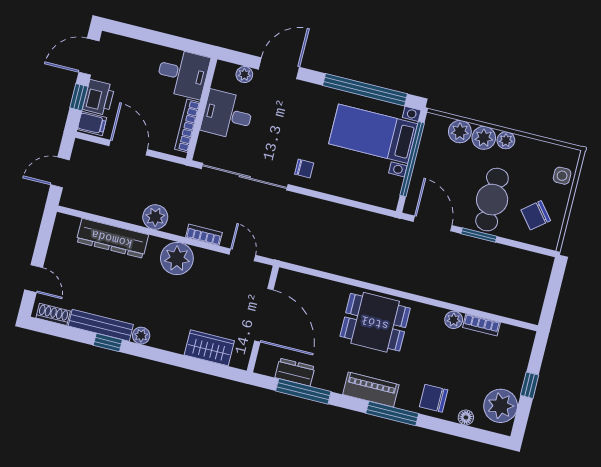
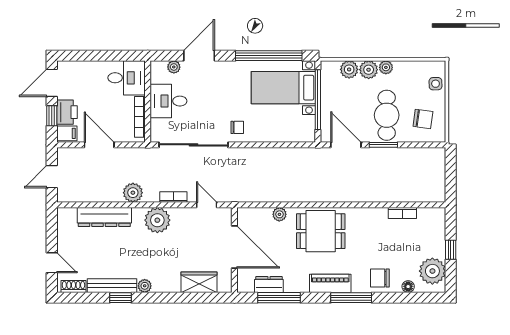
chair: (536, 215) -> (423, 119), turned -133
plant: (454, 320) -> (279, 214), moved

